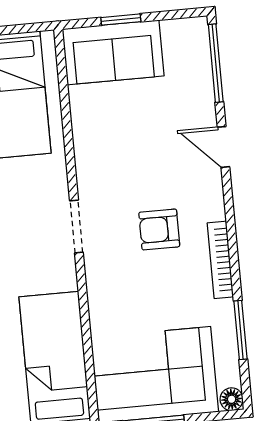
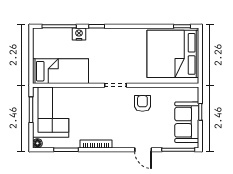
sofa: (113, 52) -> (187, 122), moved
door: (223, 147) -> (143, 150), swing flipped
armchair: (159, 229) -> (142, 103), moved

